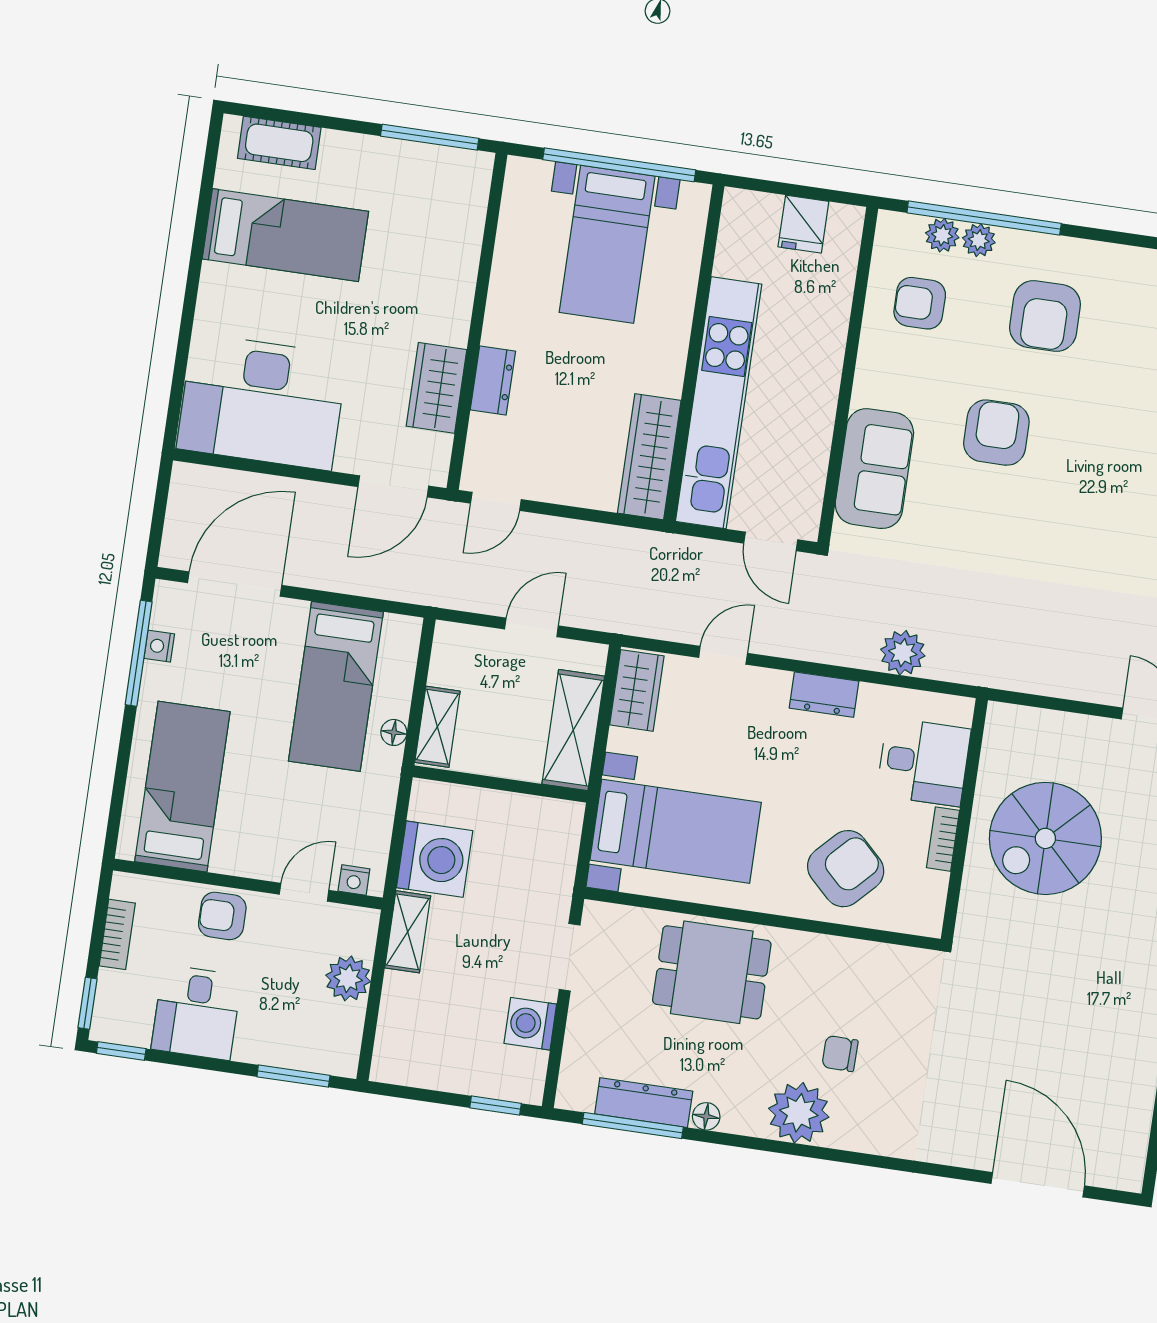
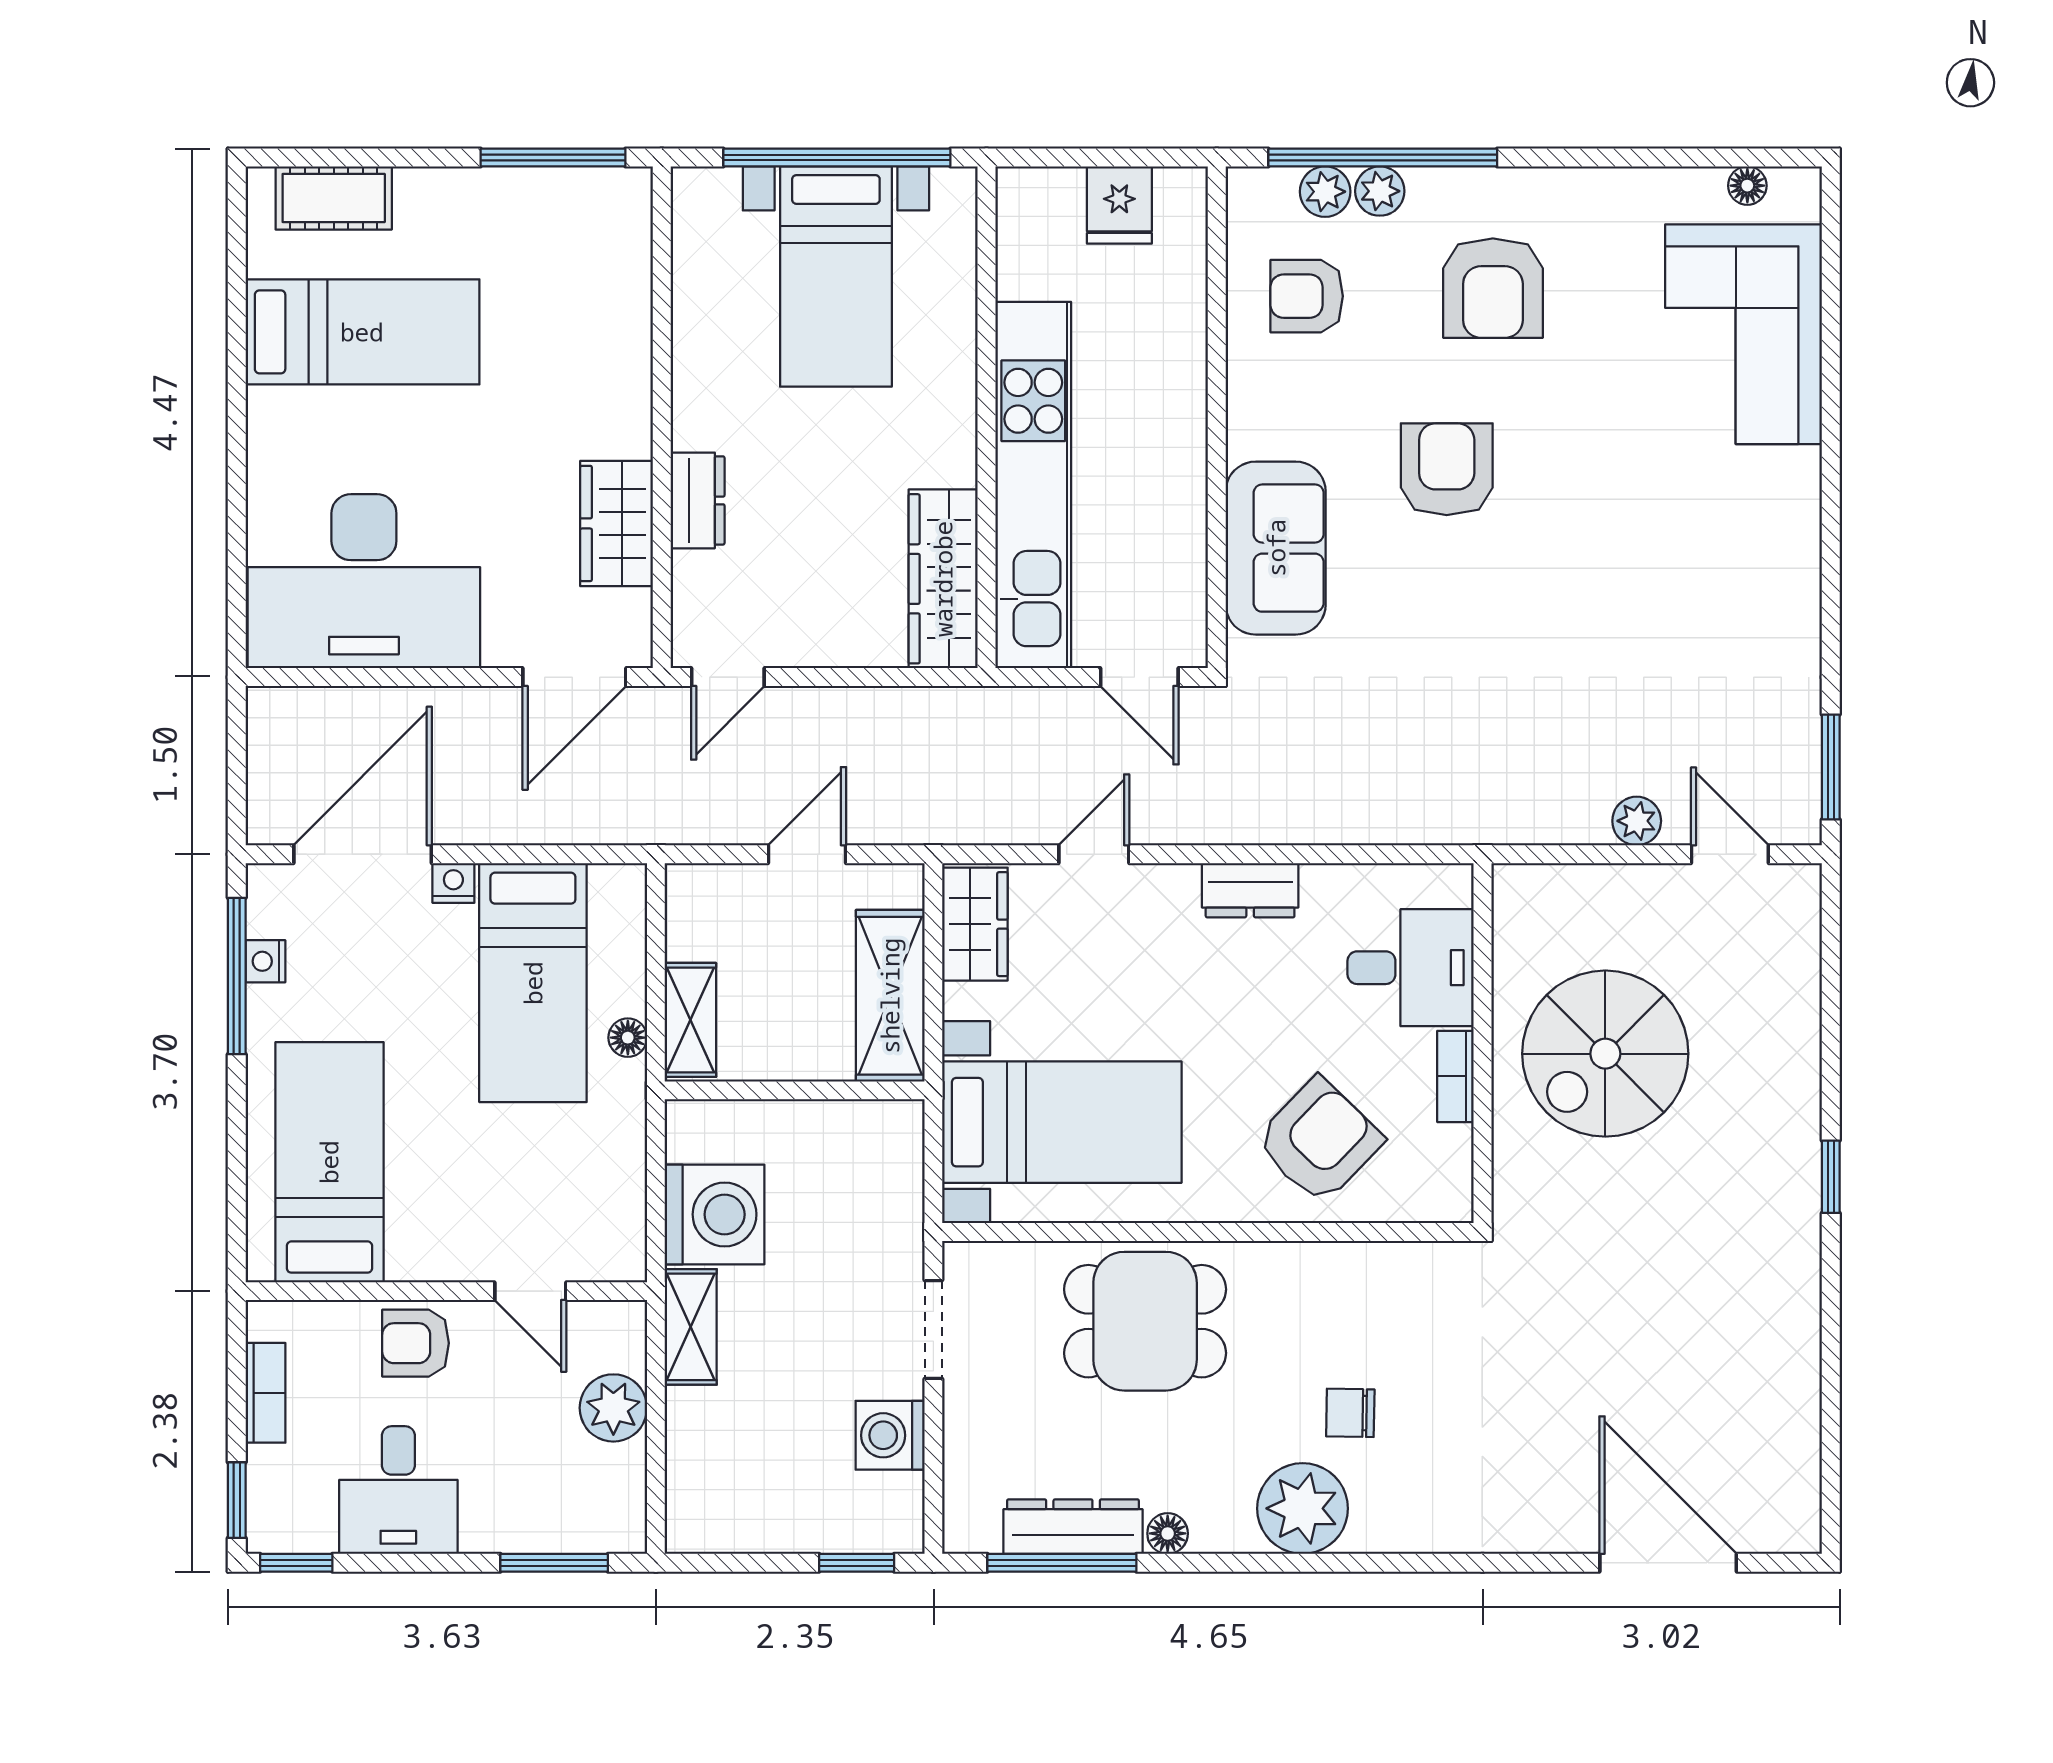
plant: (903, 653) -> (1637, 821), moved, width x0.73, depth x0.73
nightstand: (354, 880) -> (453, 883), moved, turned 180
door: (304, 892) -> (530, 1291), swing flipped

